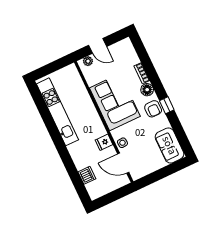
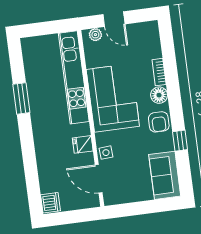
window: (167, 105) -> (180, 141), moved
kitchen unit: (57, 112) -> (74, 77), moved, turned 180
window: (50, 124) -> (21, 98), added
dishwasher: (87, 175) -> (51, 203), moved

